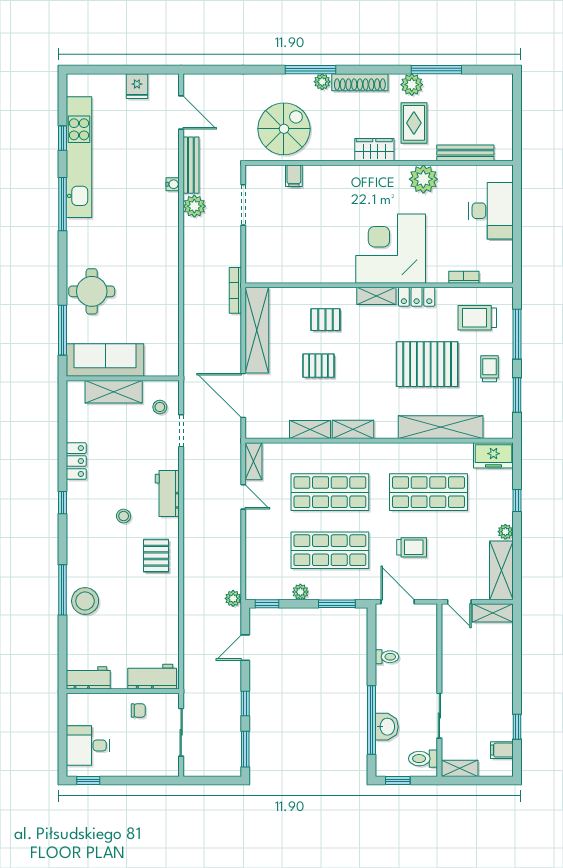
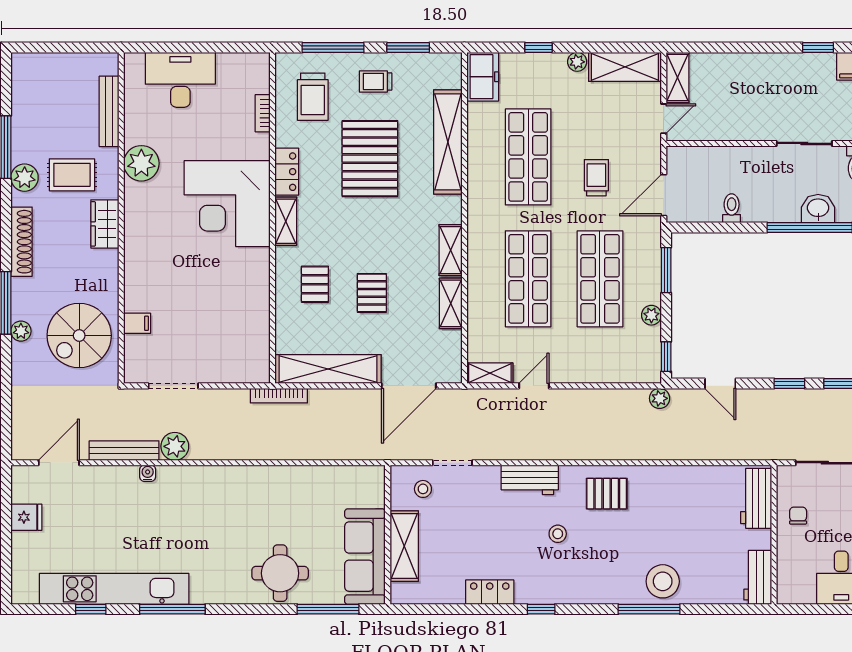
plant: (322, 82) -> (21, 331), moved
spiral stairs: (284, 129) -> (79, 336), turned -90

